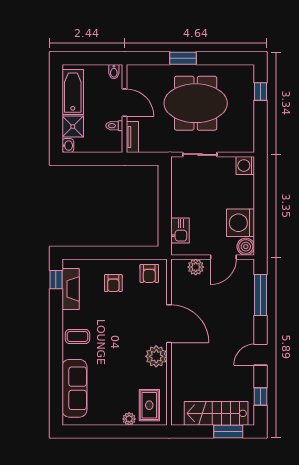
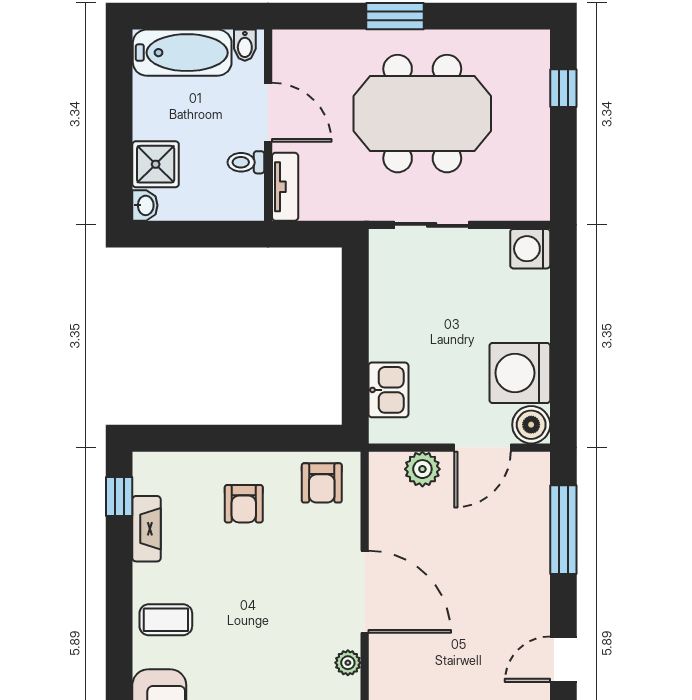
bathtub: (73, 92) -> (182, 53), moved, turned 90
fireplace: (71, 289) -> (146, 529), width x0.73, depth x0.76
plant: (156, 356) -> (348, 663), width x0.53, depth x0.53

